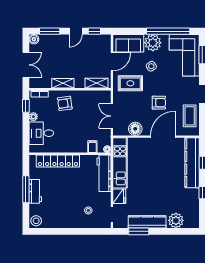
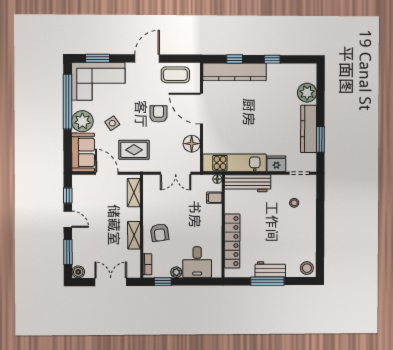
rug: (130, 83) -> (134, 150), turned 90

